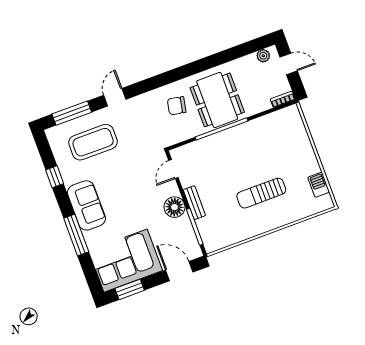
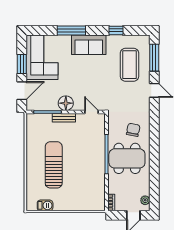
sun lounger: (261, 193) -> (54, 165), width x1.36, depth x1.34
window: (130, 289) -> (22, 64), moved

